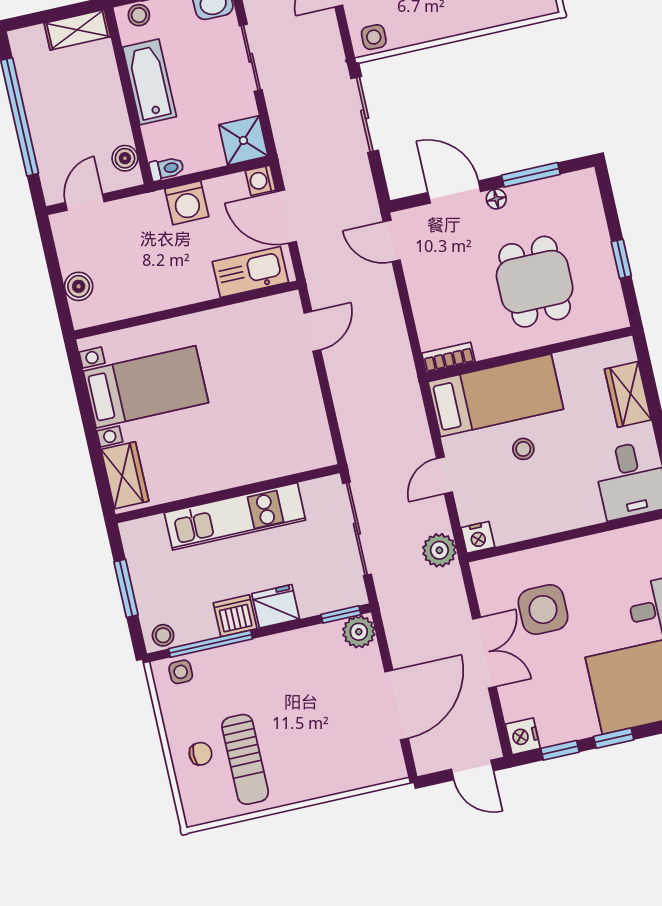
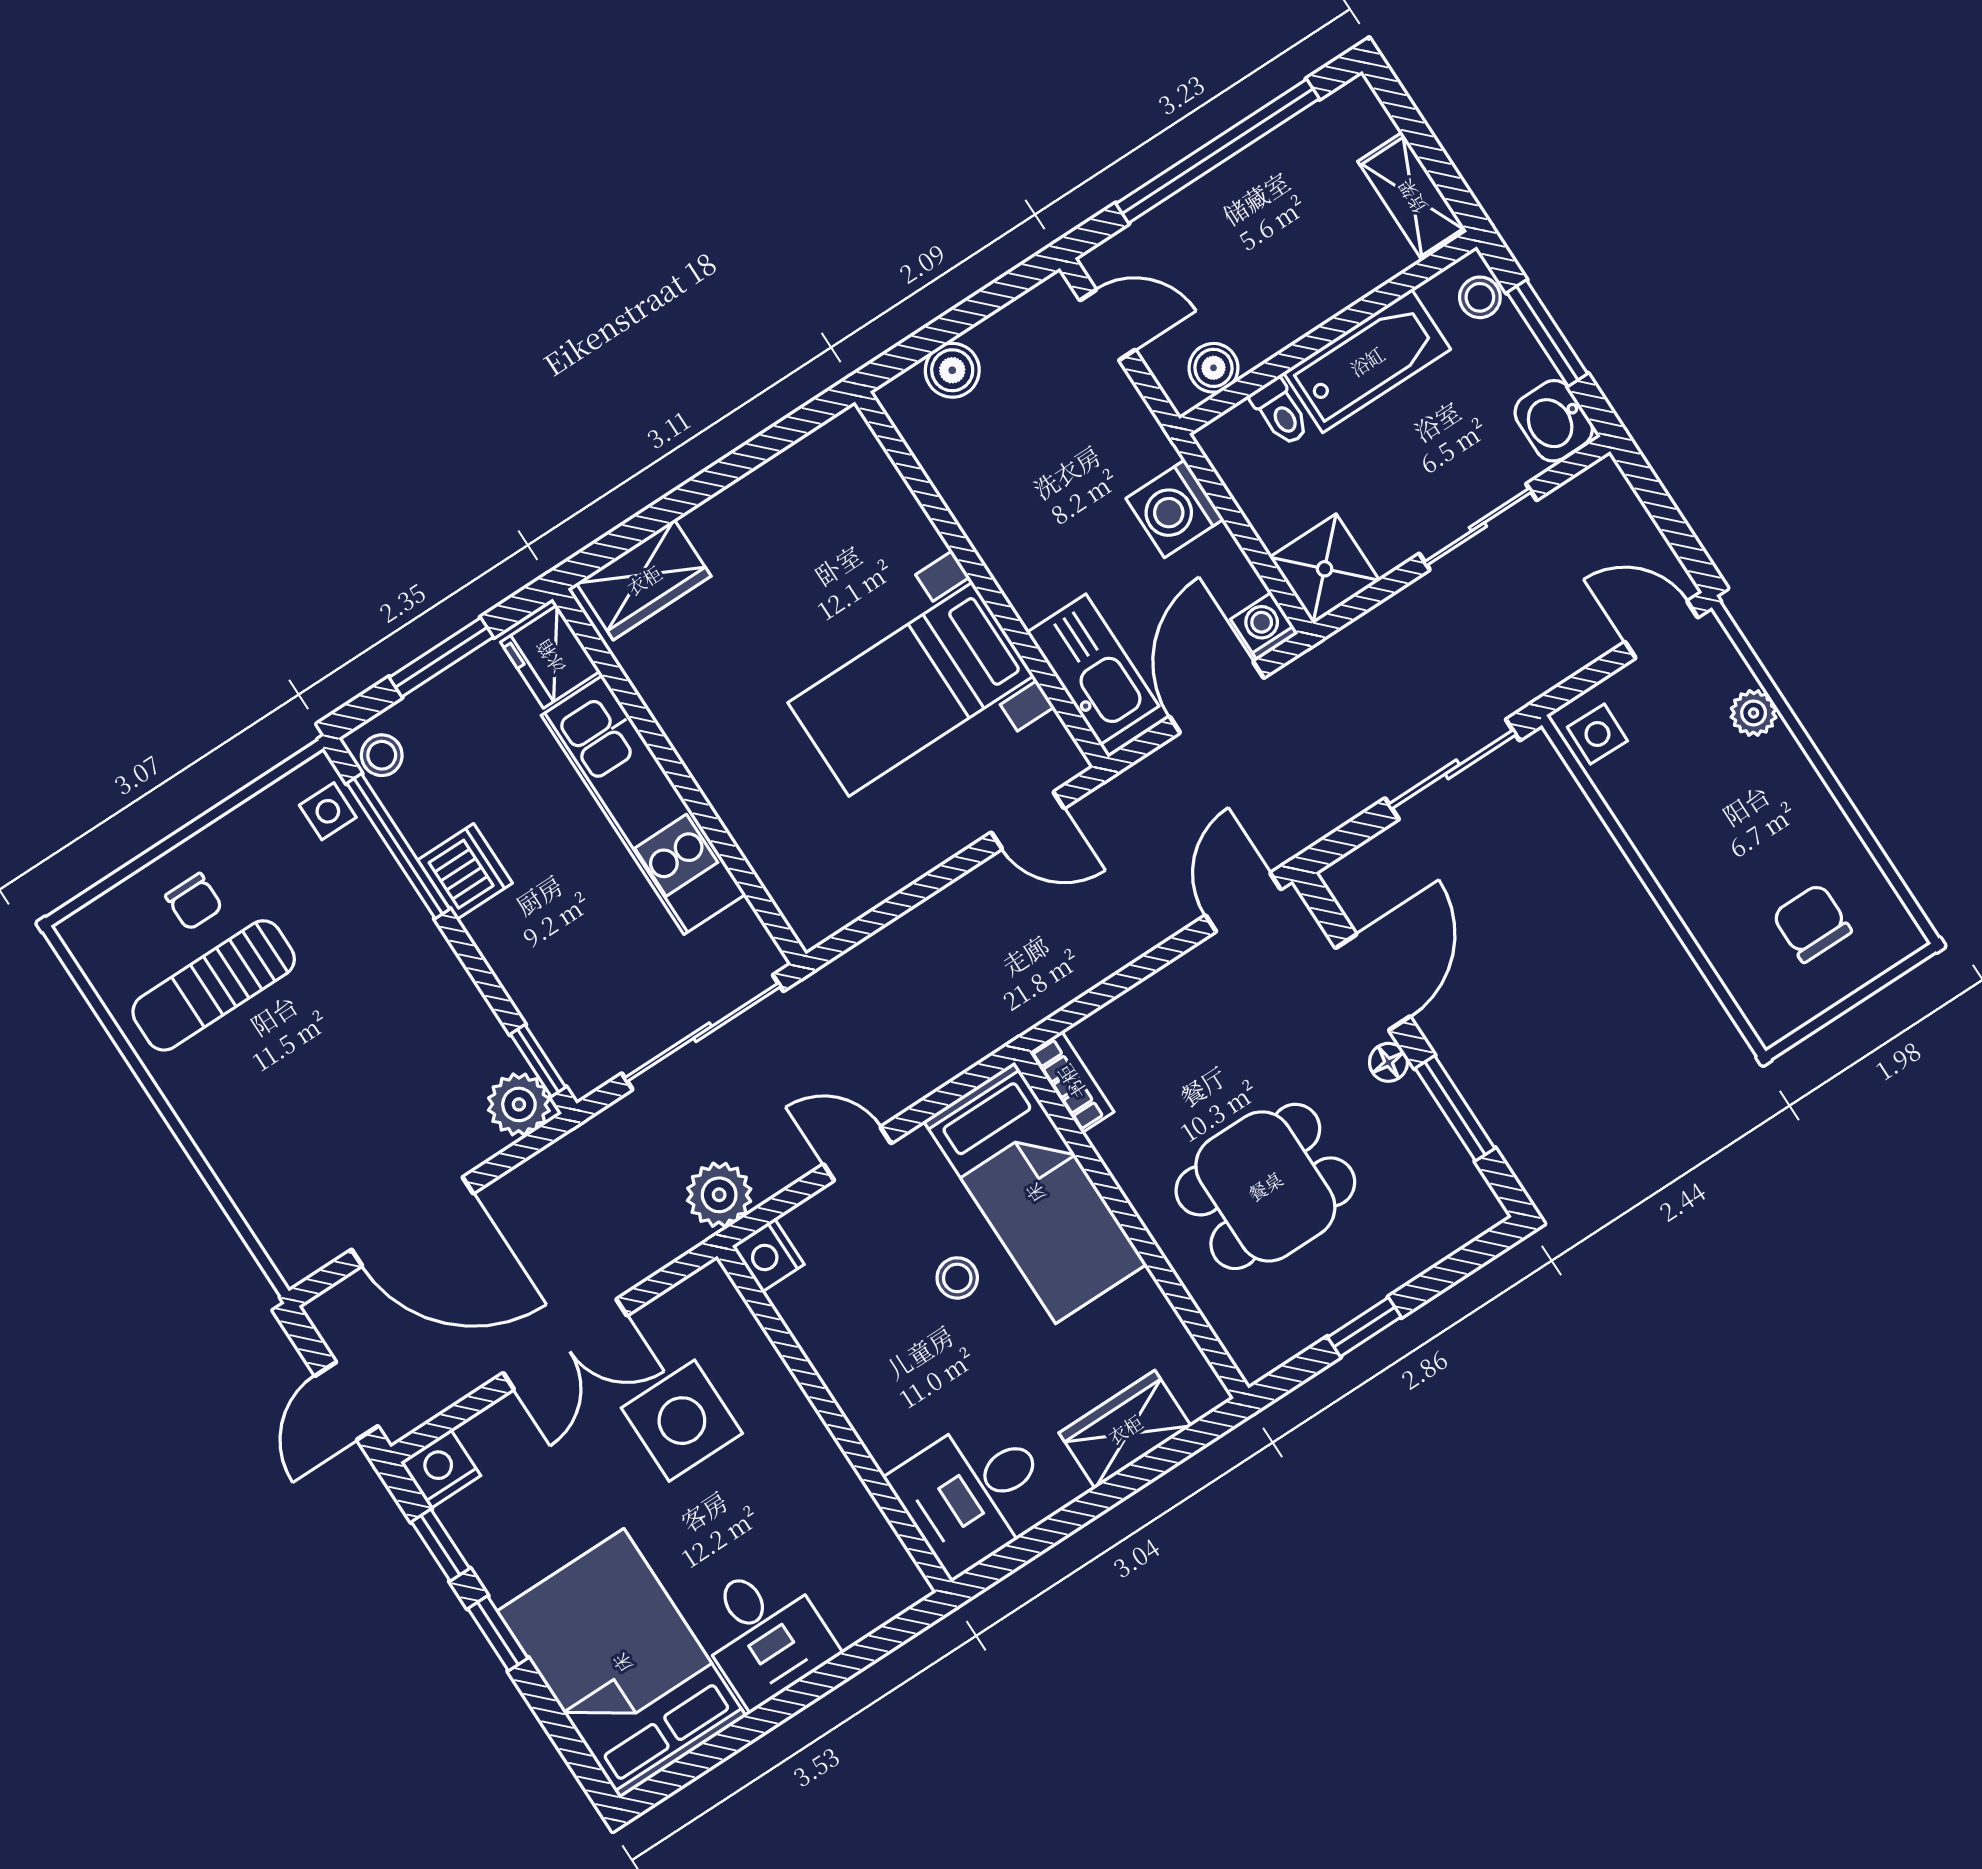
toilet: (167, 169) -> (1280, 412), moved
bed with nightstands: (146, 387) -> (911, 689), moved, turned 90
fridge: (276, 606) -> (550, 657), moved, turned 180

